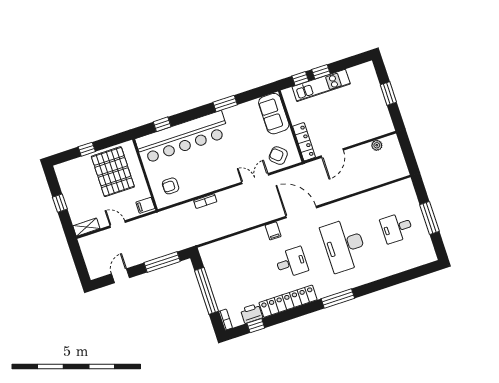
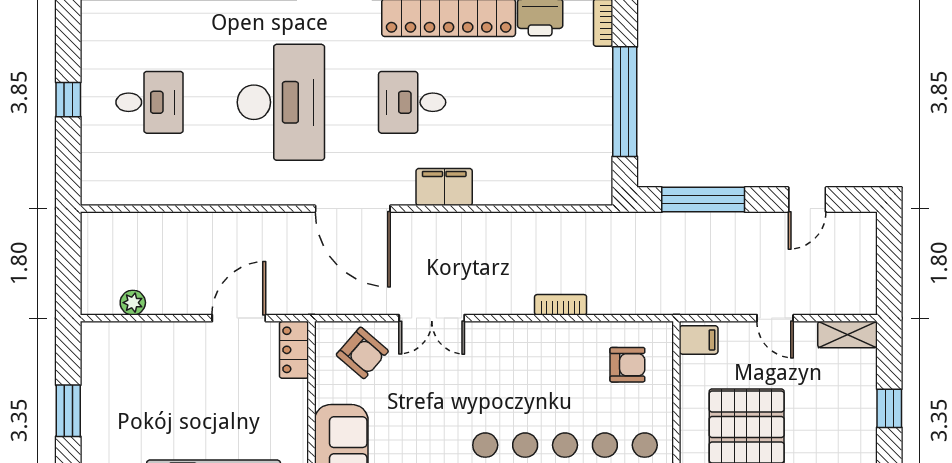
locker: (304, 142) -> (294, 350), width x0.66
window: (430, 218) -> (68, 100), width x0.46
filing cabinet: (273, 231) -> (444, 187), width x2.00

